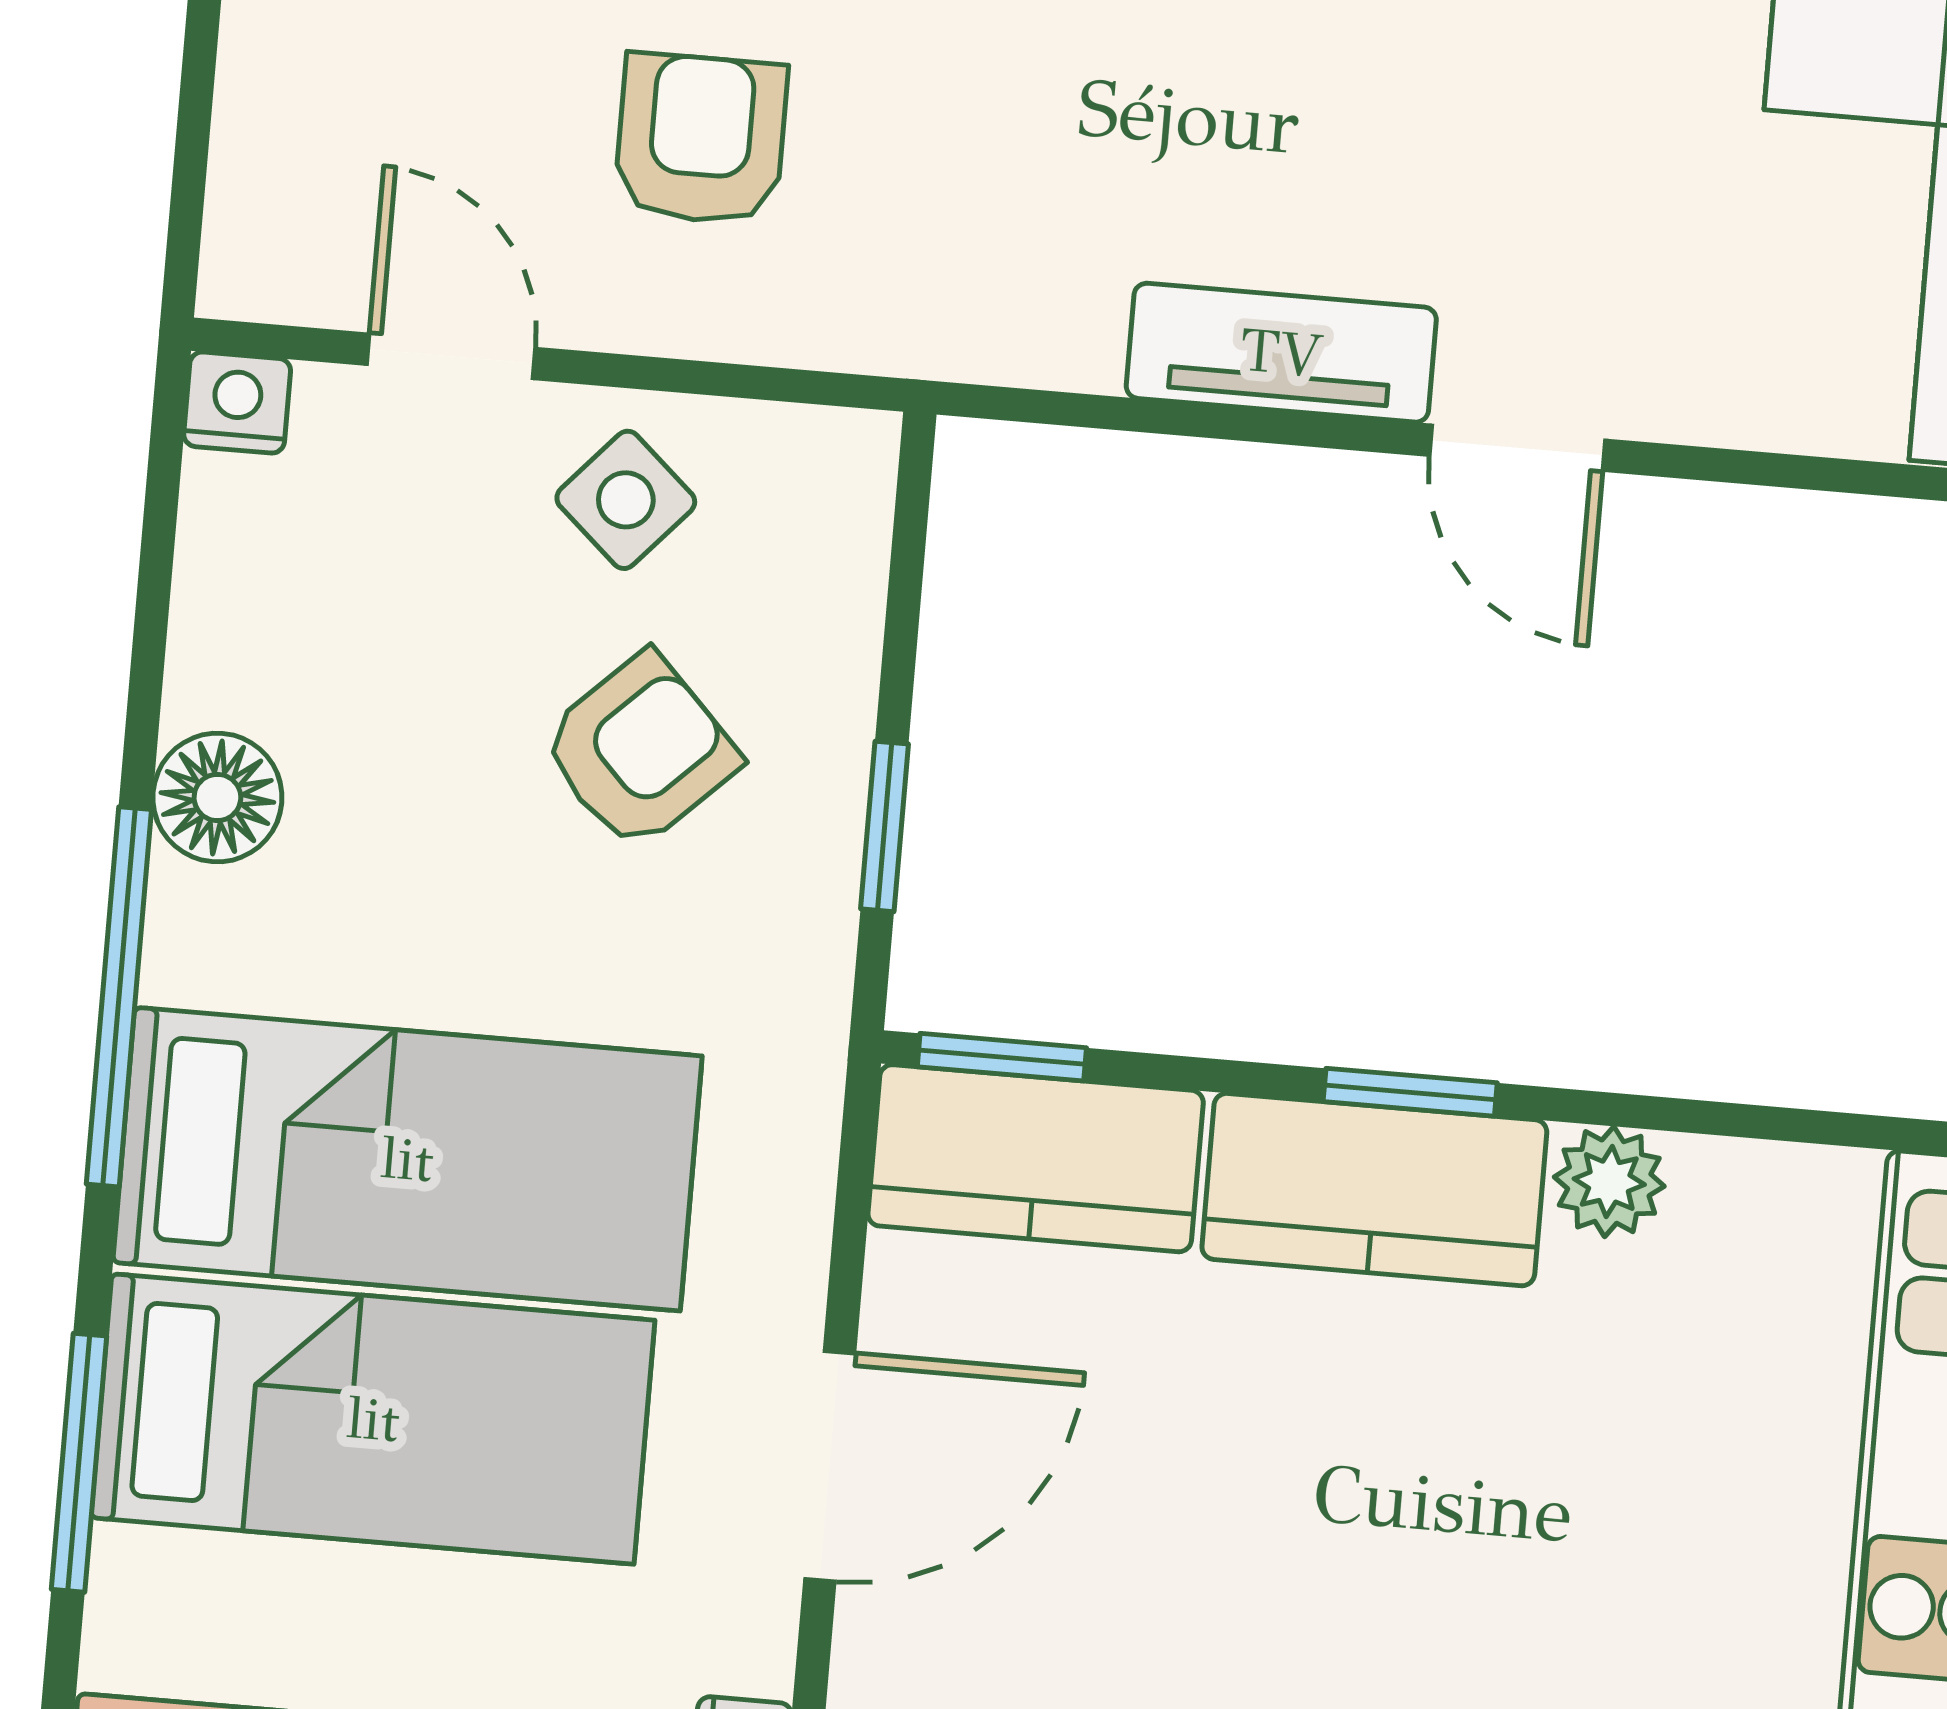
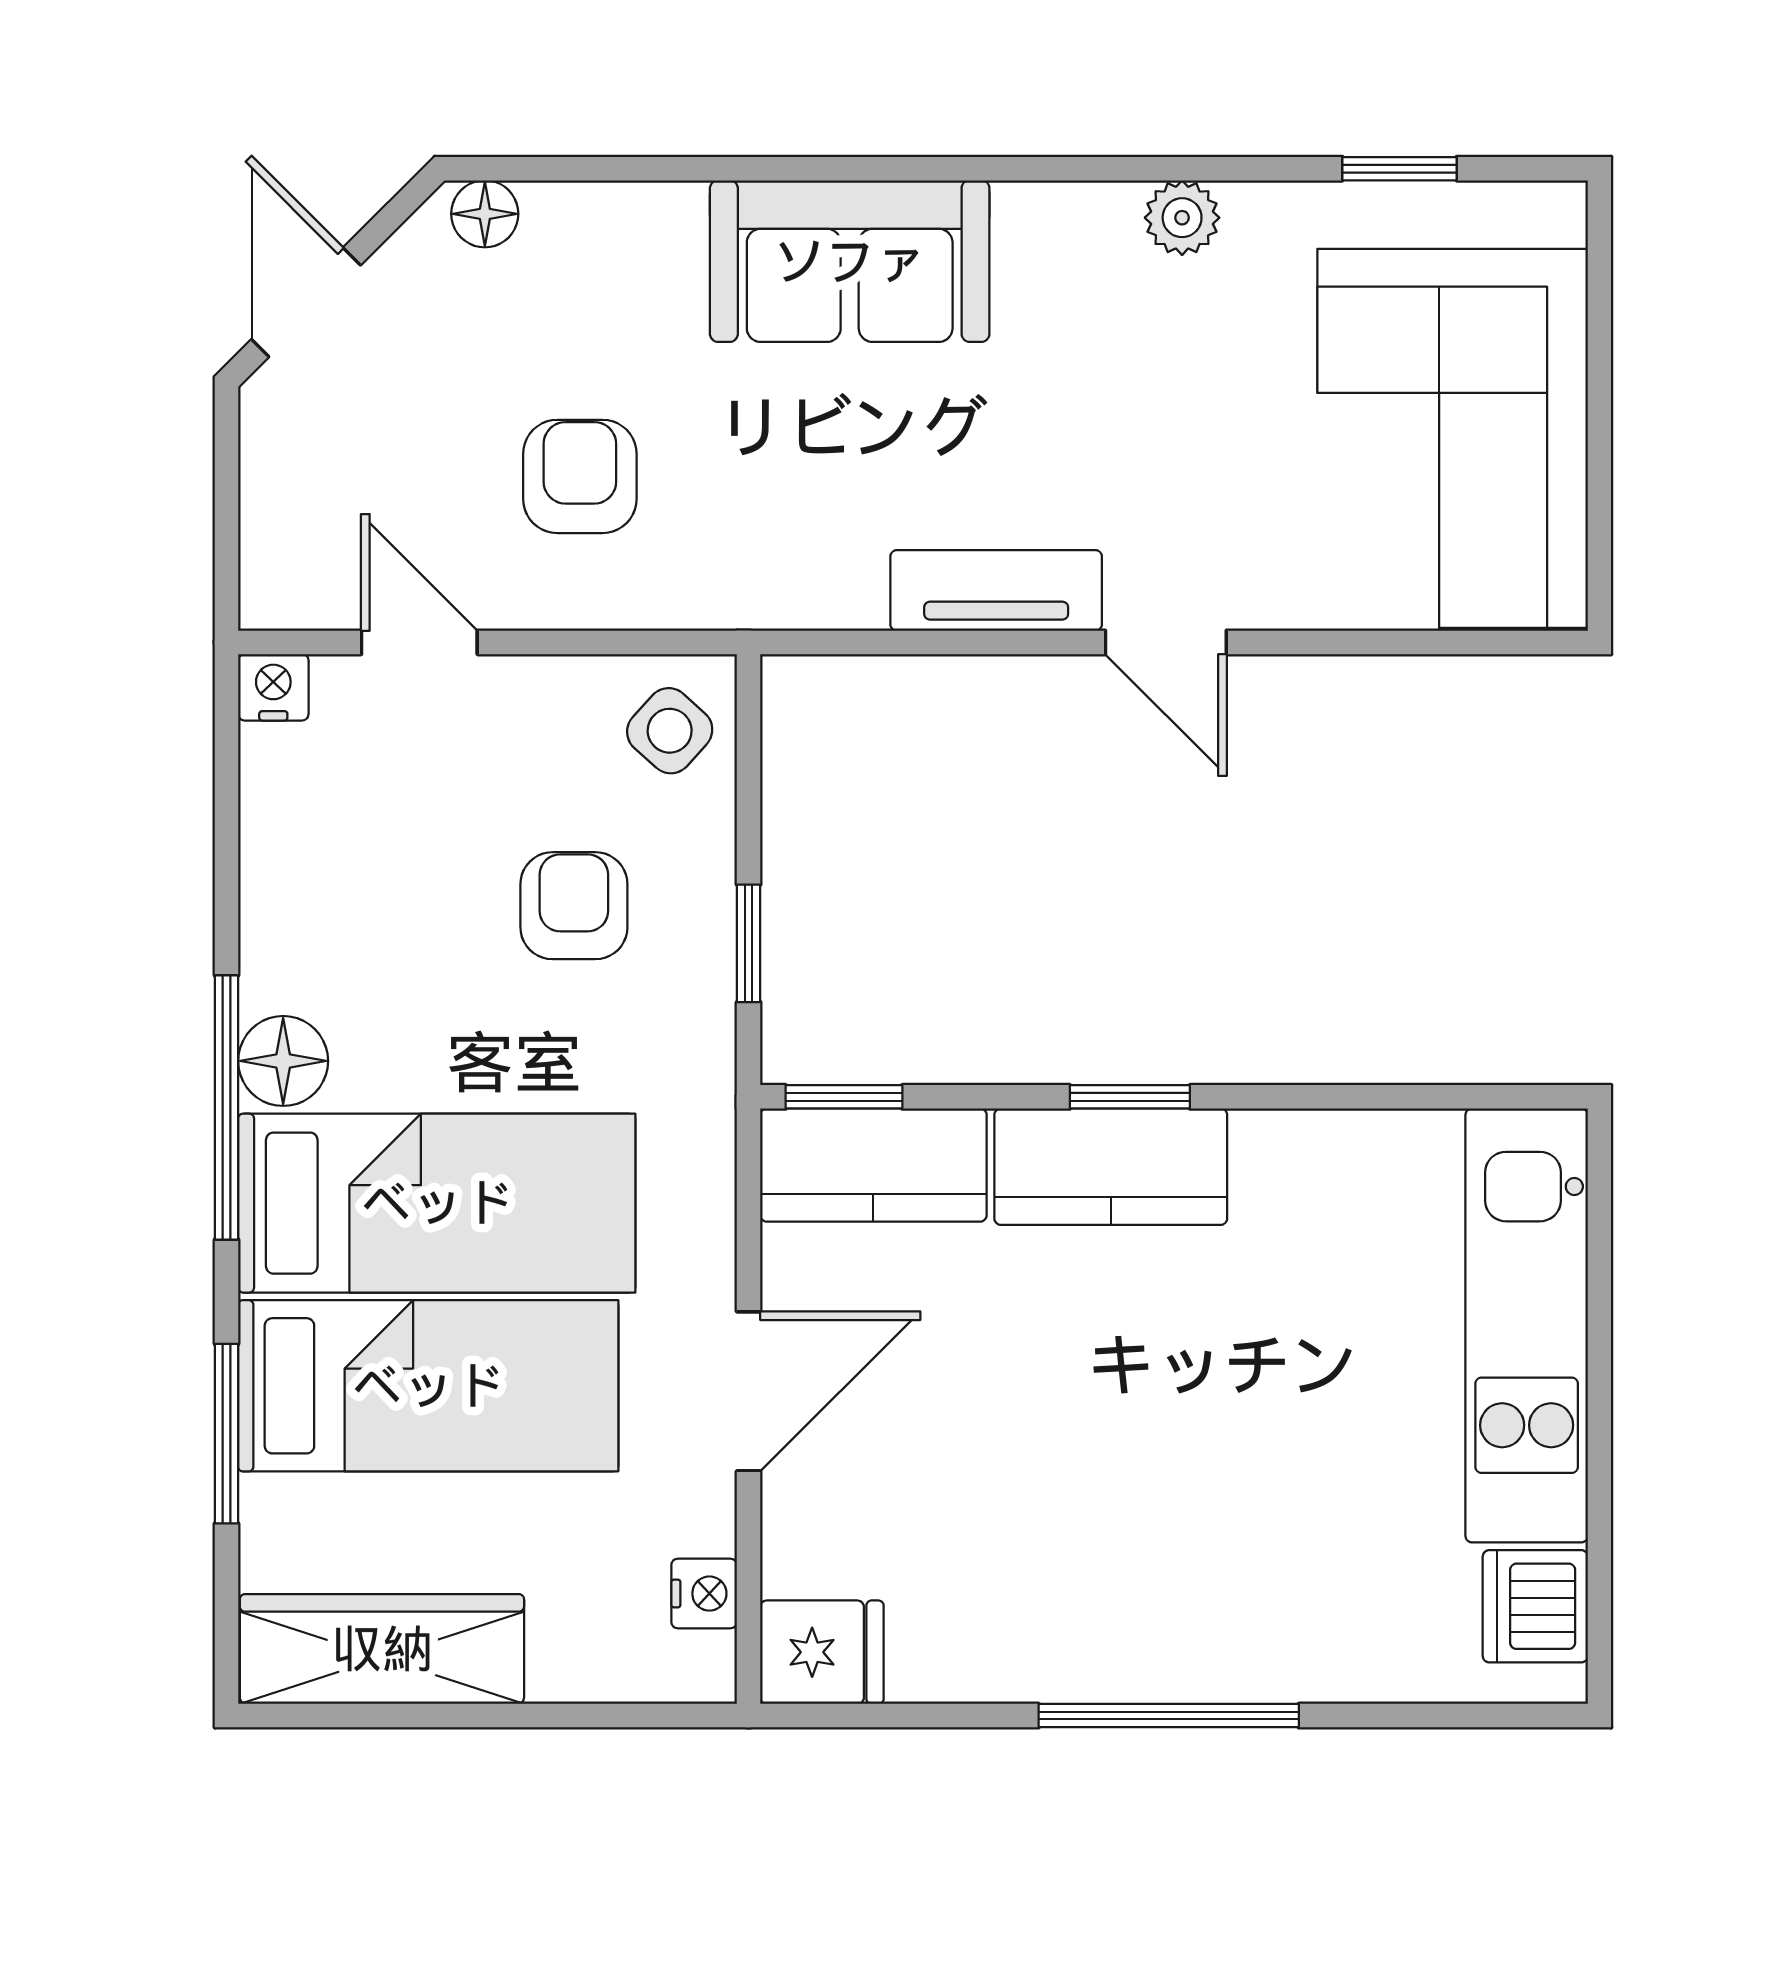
side table: (626, 500) -> (670, 731), moved
armchair: (640, 751) -> (574, 906), turned -46
floor lamp: (217, 797) -> (283, 1061), moved
plant: (1609, 1182) -> (1274, 1147), removed

